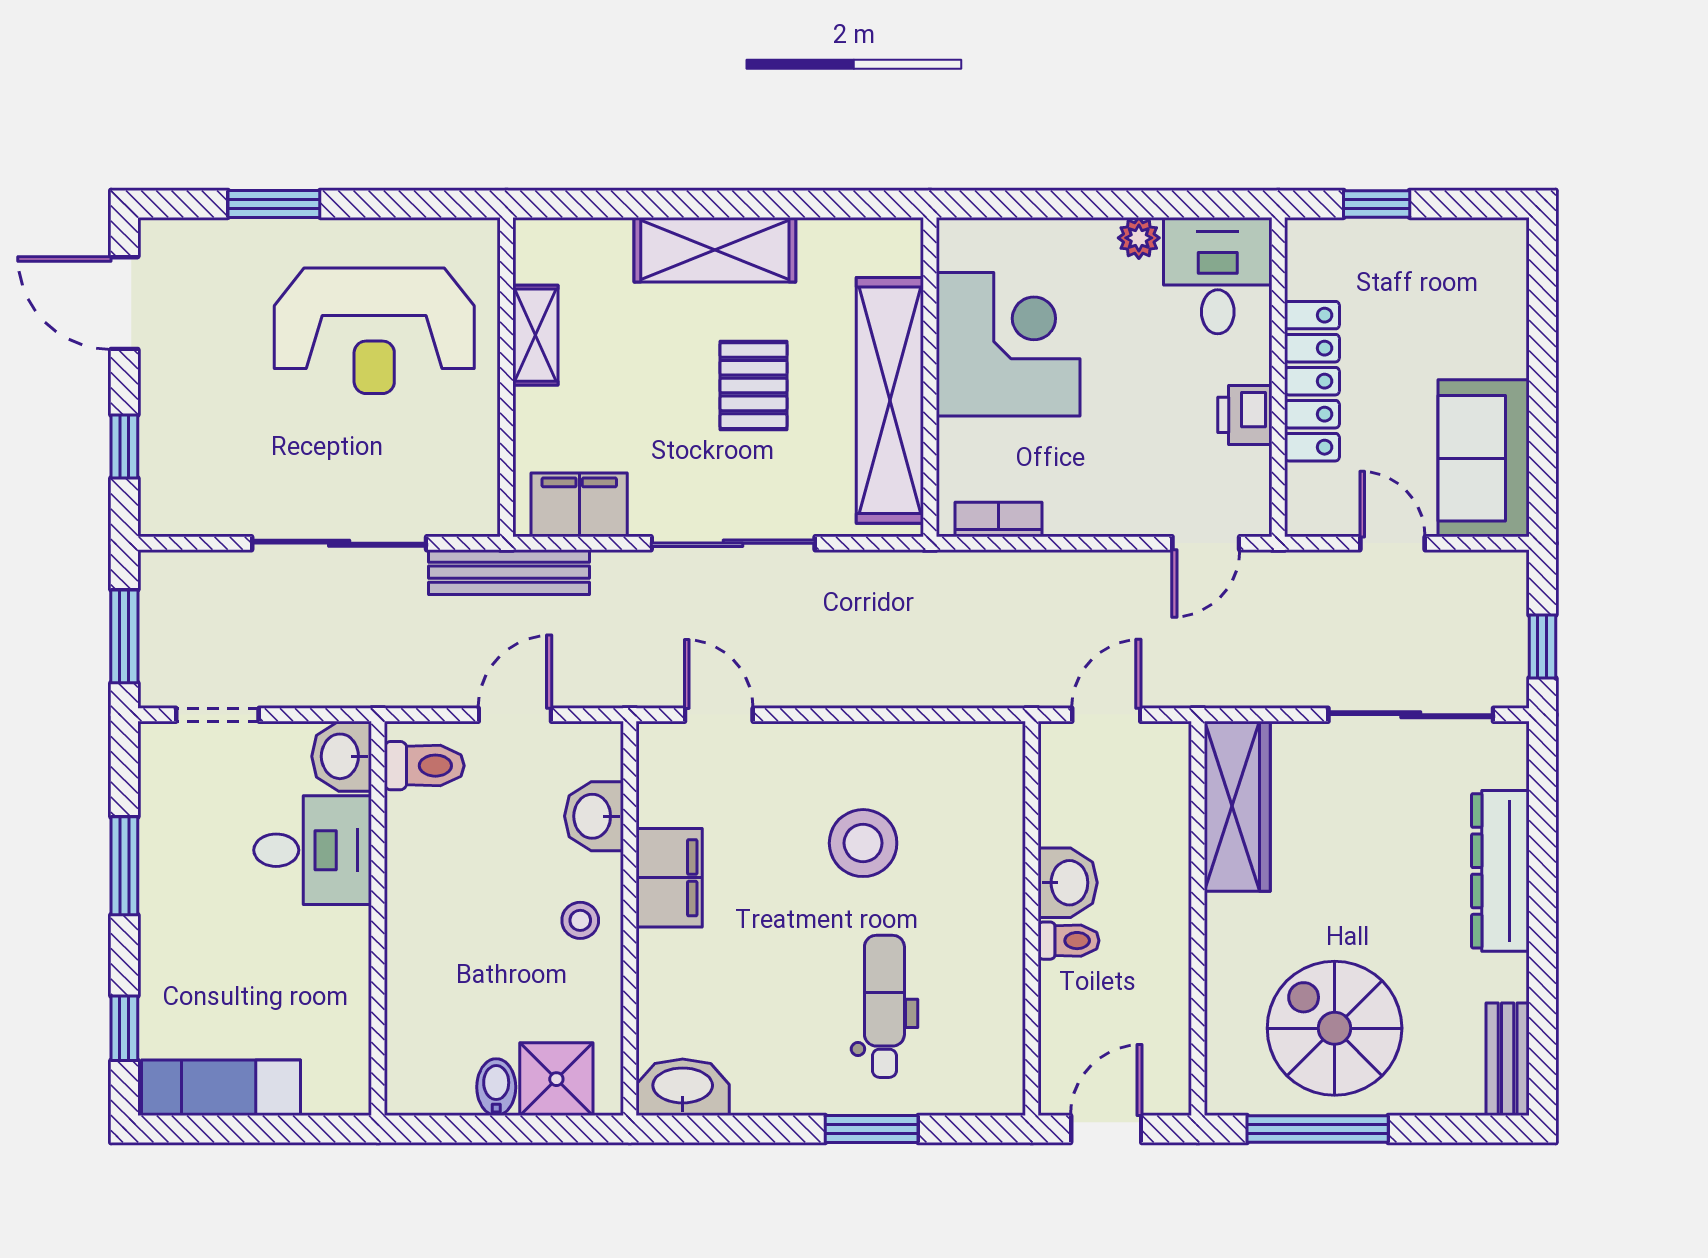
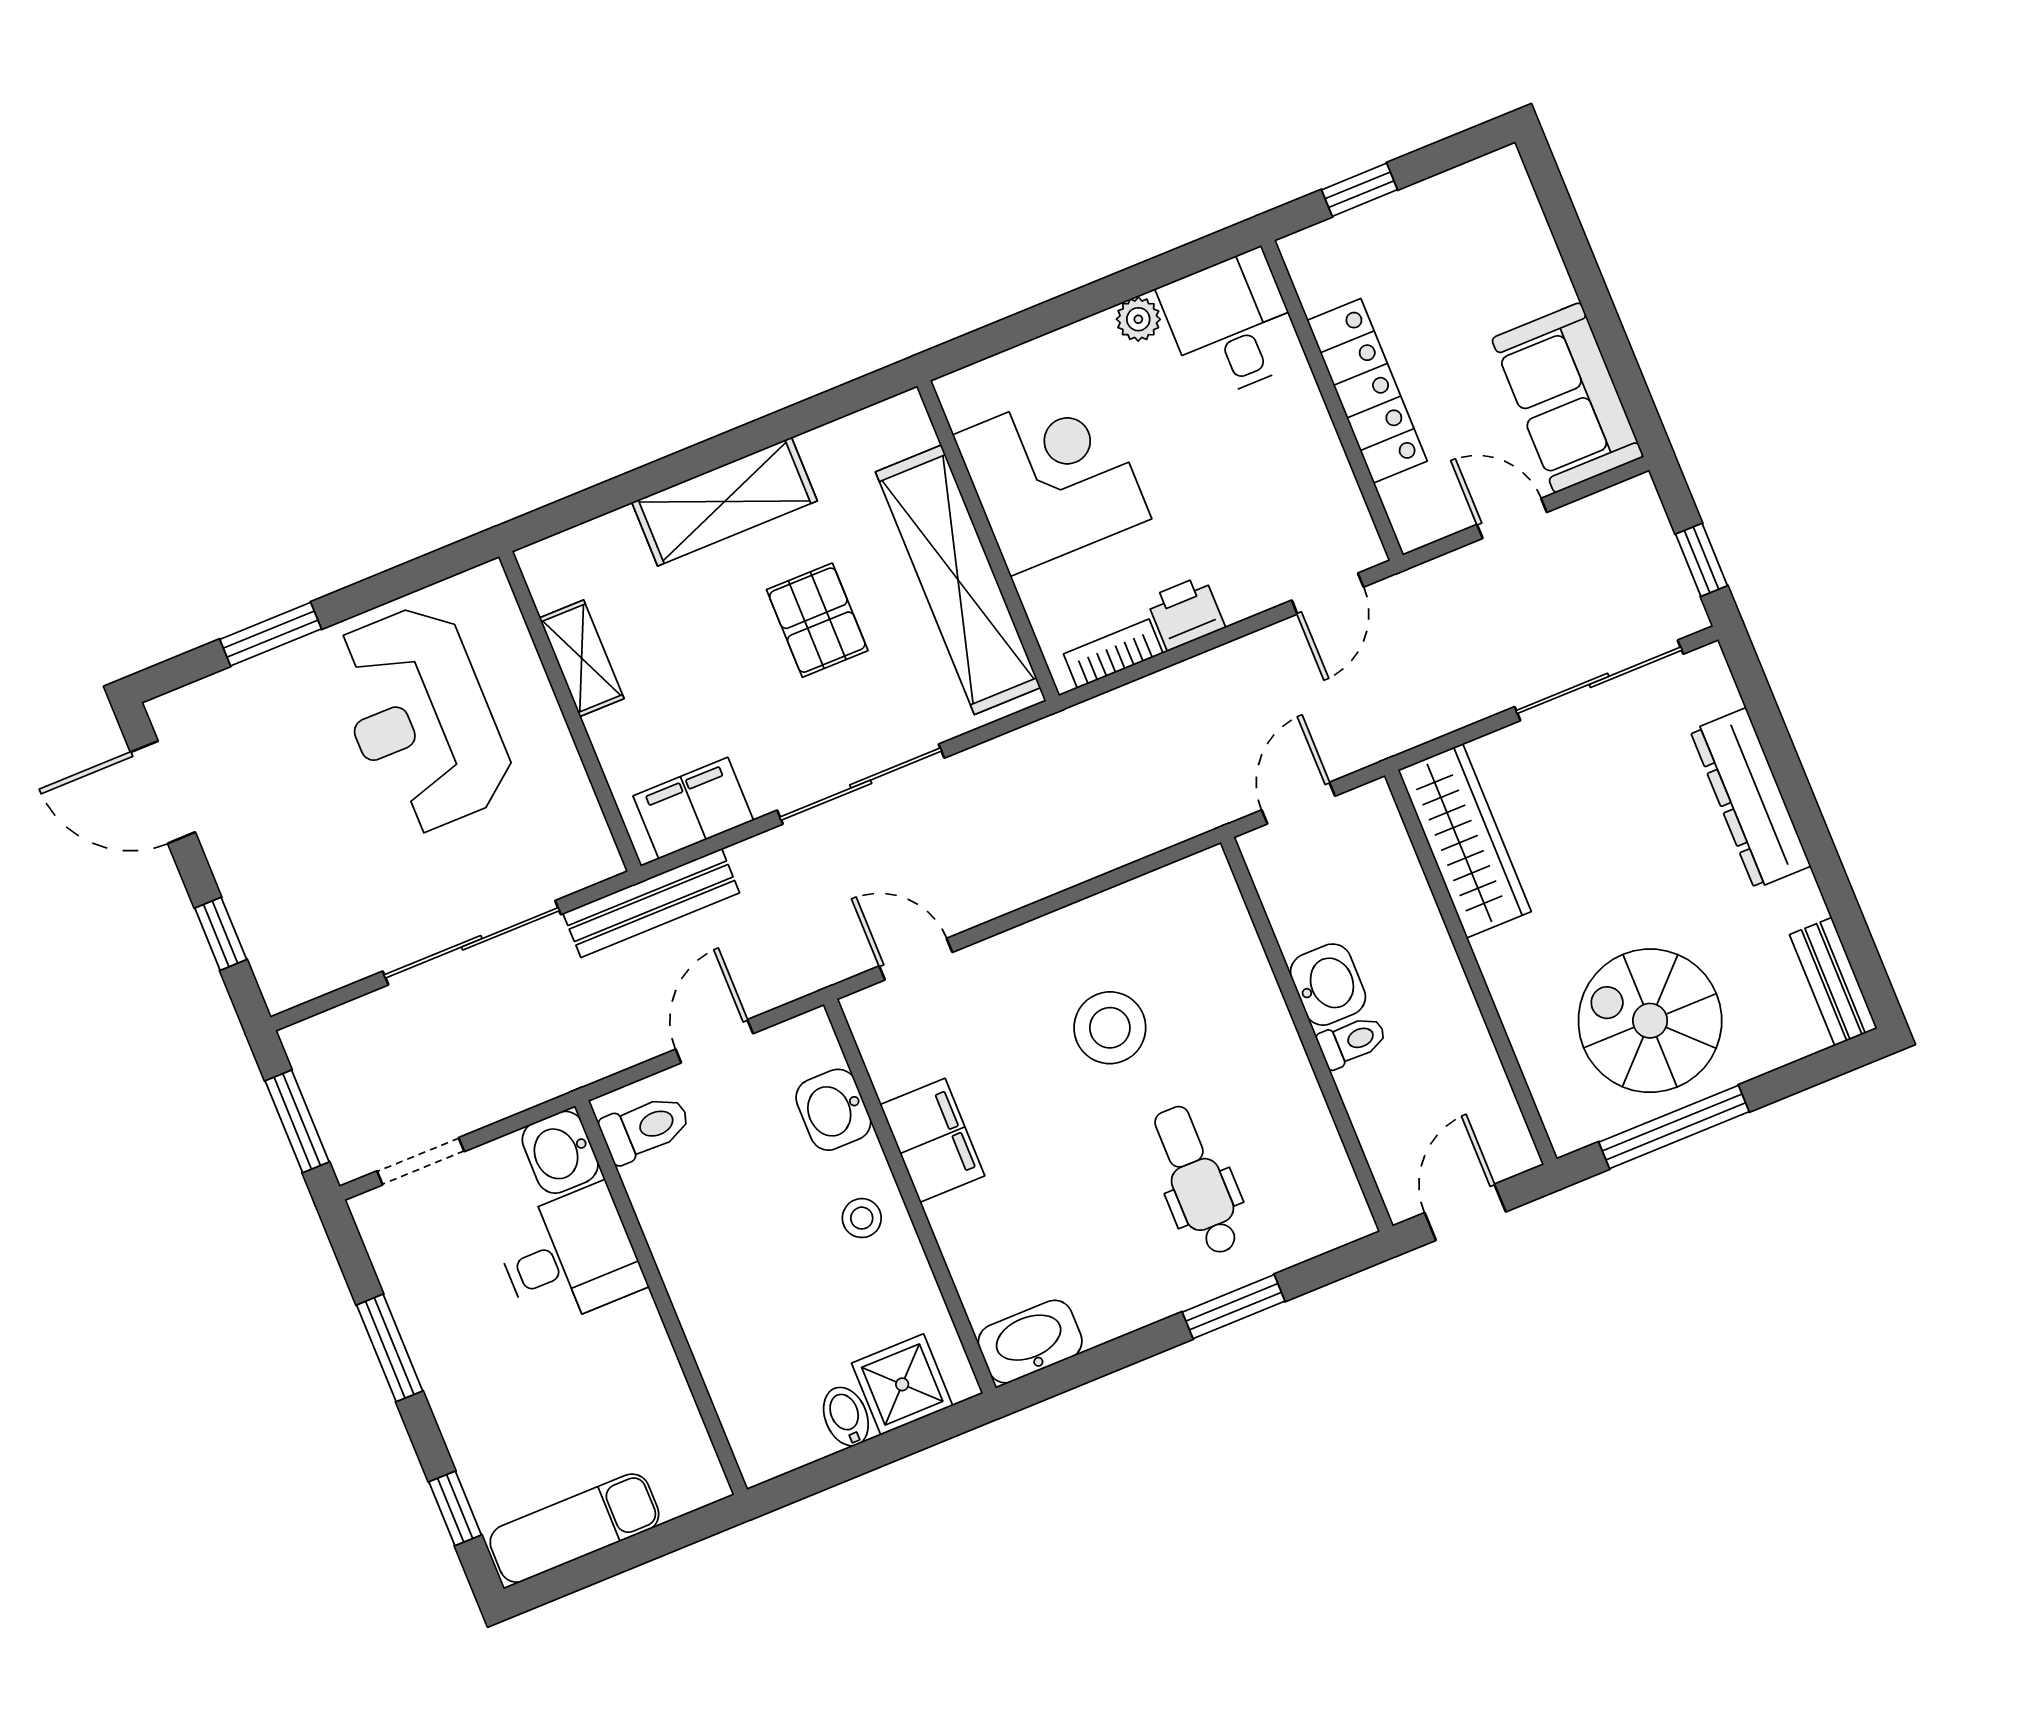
reception desk: (374, 331) -> (421, 719), turned 90
printer: (1245, 415) -> (1186, 613), moved, turned 90

